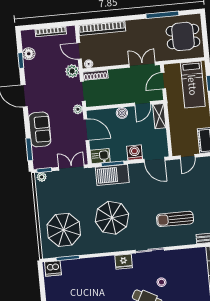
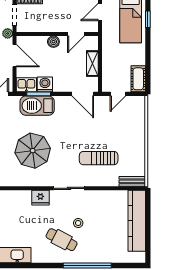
shelving: (159, 116) -> (92, 64), moved
washing machine: (135, 153) -> (45, 84), moved

